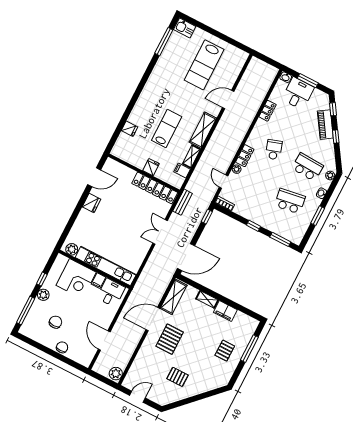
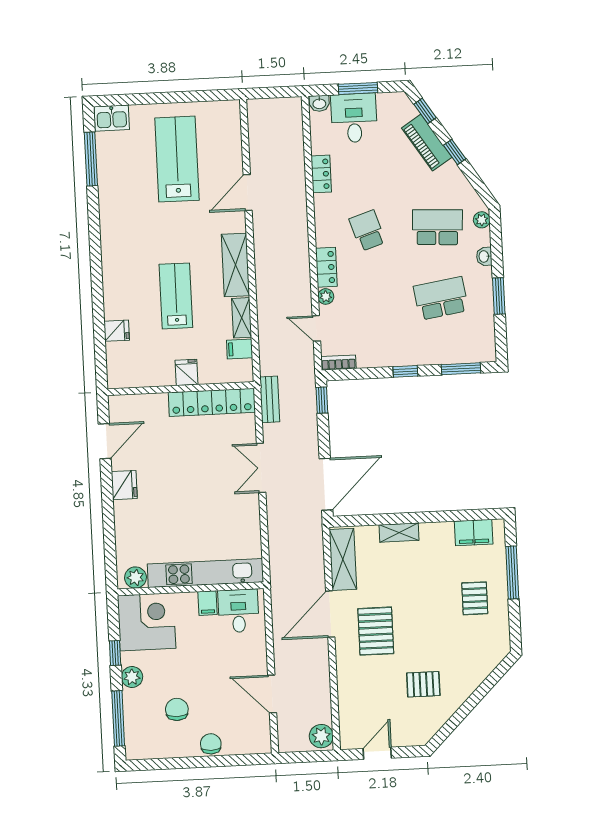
lab bench: (204, 65) -> (177, 159), turned 180
corner desk: (76, 279) -> (147, 622), moved, turned -90
filing cabinet: (225, 311) -> (474, 533), moved

